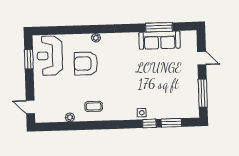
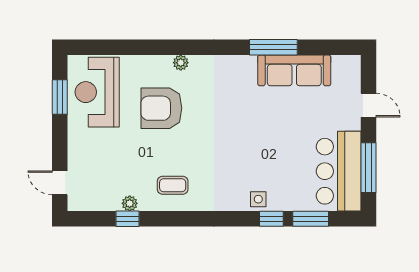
window: (159, 27) -> (273, 47), moved
bar counter: (186, 96) -> (339, 171), added
window: (69, 126) -> (128, 219), added

